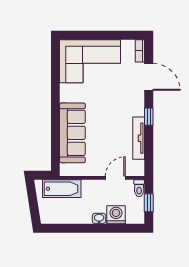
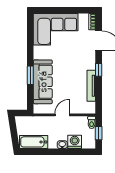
window: (55, 124) -> (30, 75), added
door: (115, 178) -> (62, 115), moved
bathtub: (62, 189) -> (34, 142), moved, turned 180

